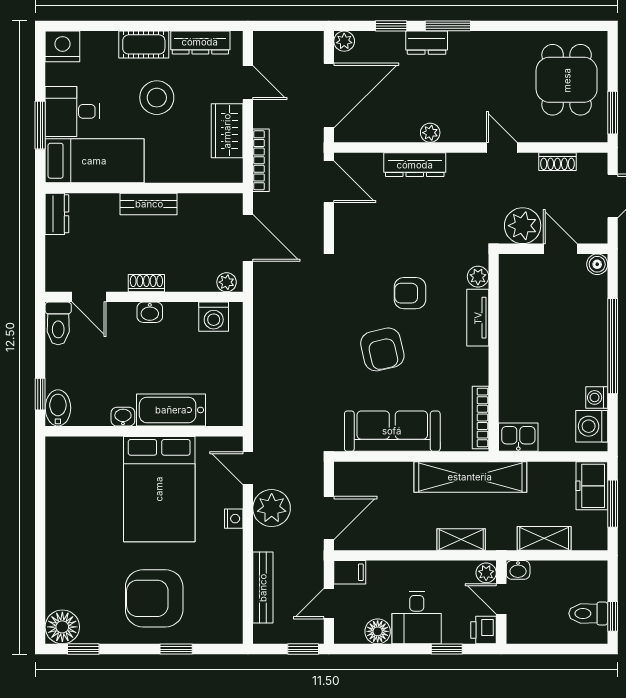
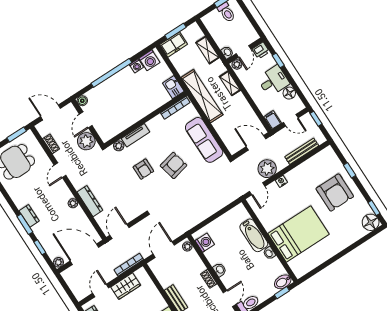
dresser: (427, 43) -> (29, 216), moved
bed: (159, 489) -> (299, 234), moved

